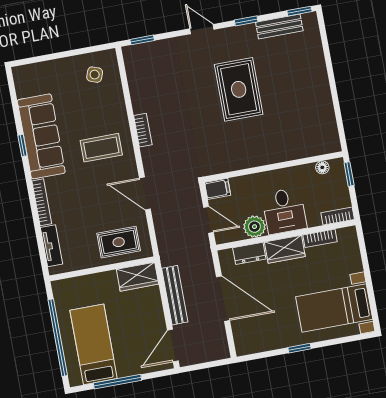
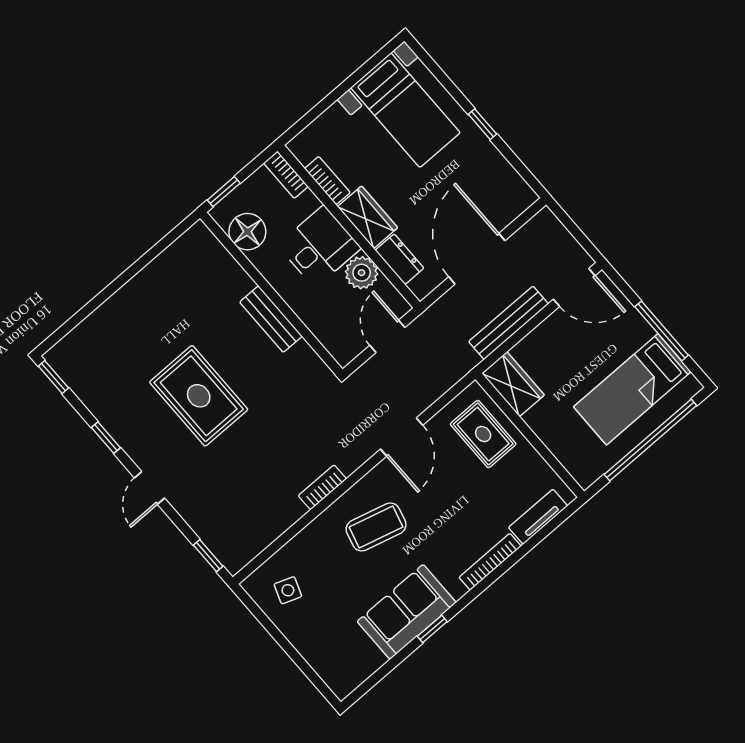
bench: (279, 27) -> (271, 319), moved
rug: (239, 89) -> (199, 396), turned 90
sofa: (41, 136) -> (407, 612), width x0.73
coffee table: (101, 148) -> (376, 527), turned -75
floor lamp: (322, 167) -> (247, 232), width x1.89, depth x1.89
filing cabinet: (218, 189) -> (341, 348), removed

